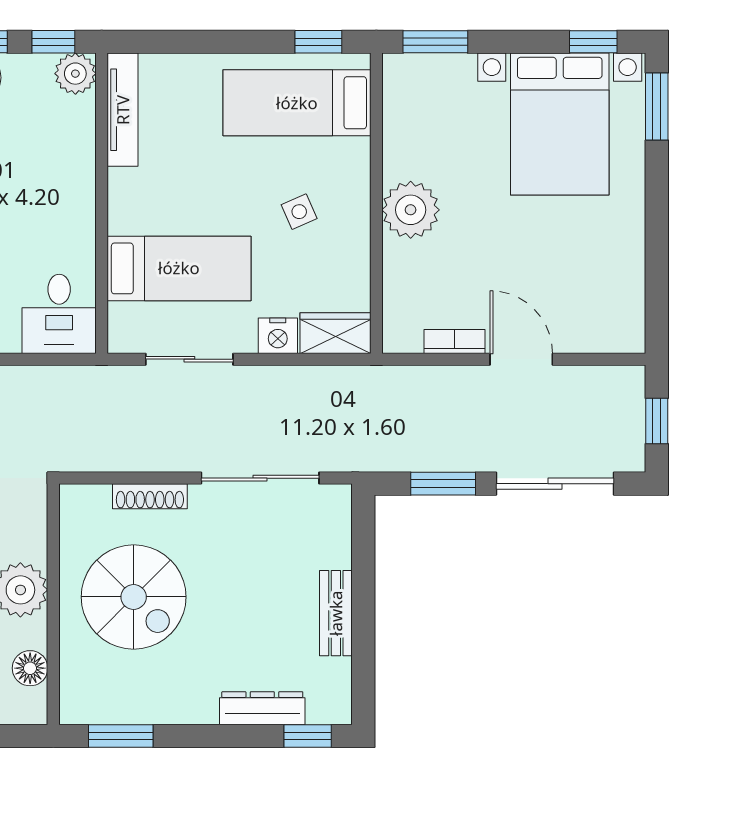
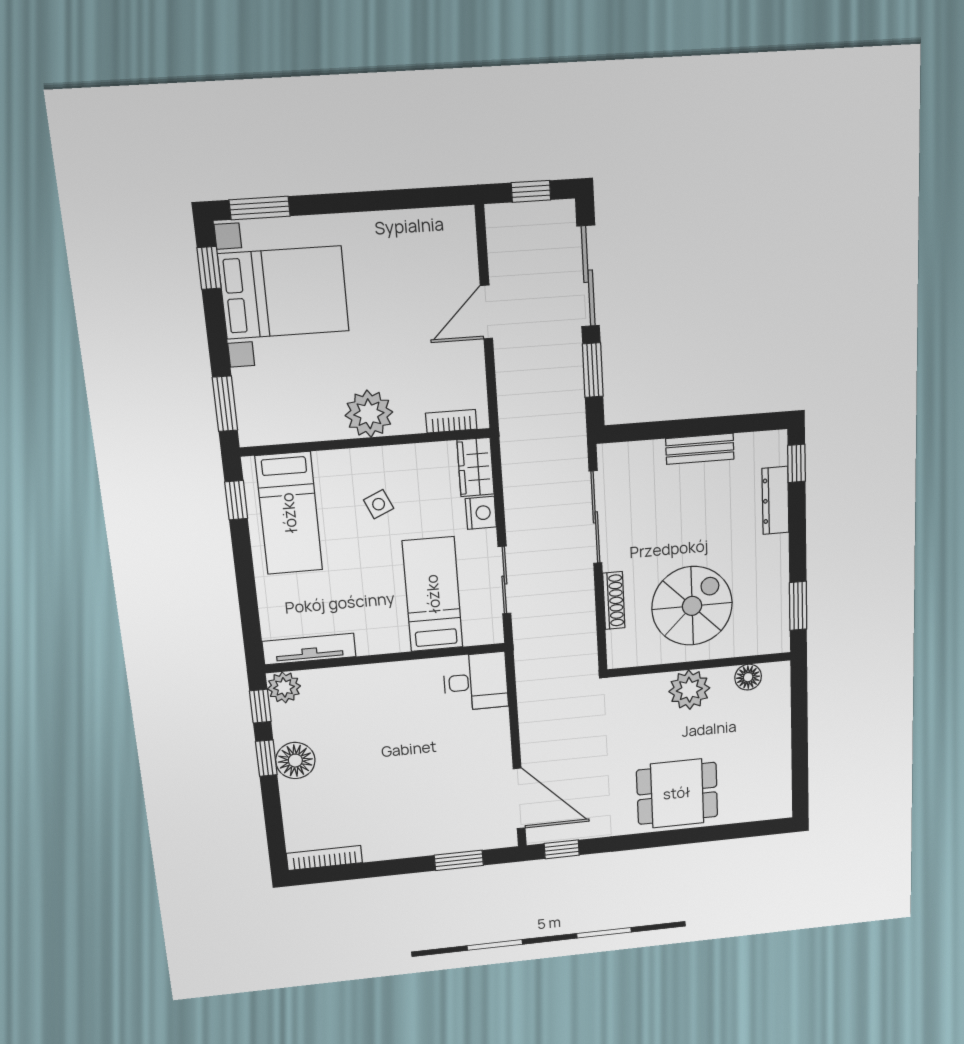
bookcase: (454, 342) -> (451, 421), moved, turned 90

